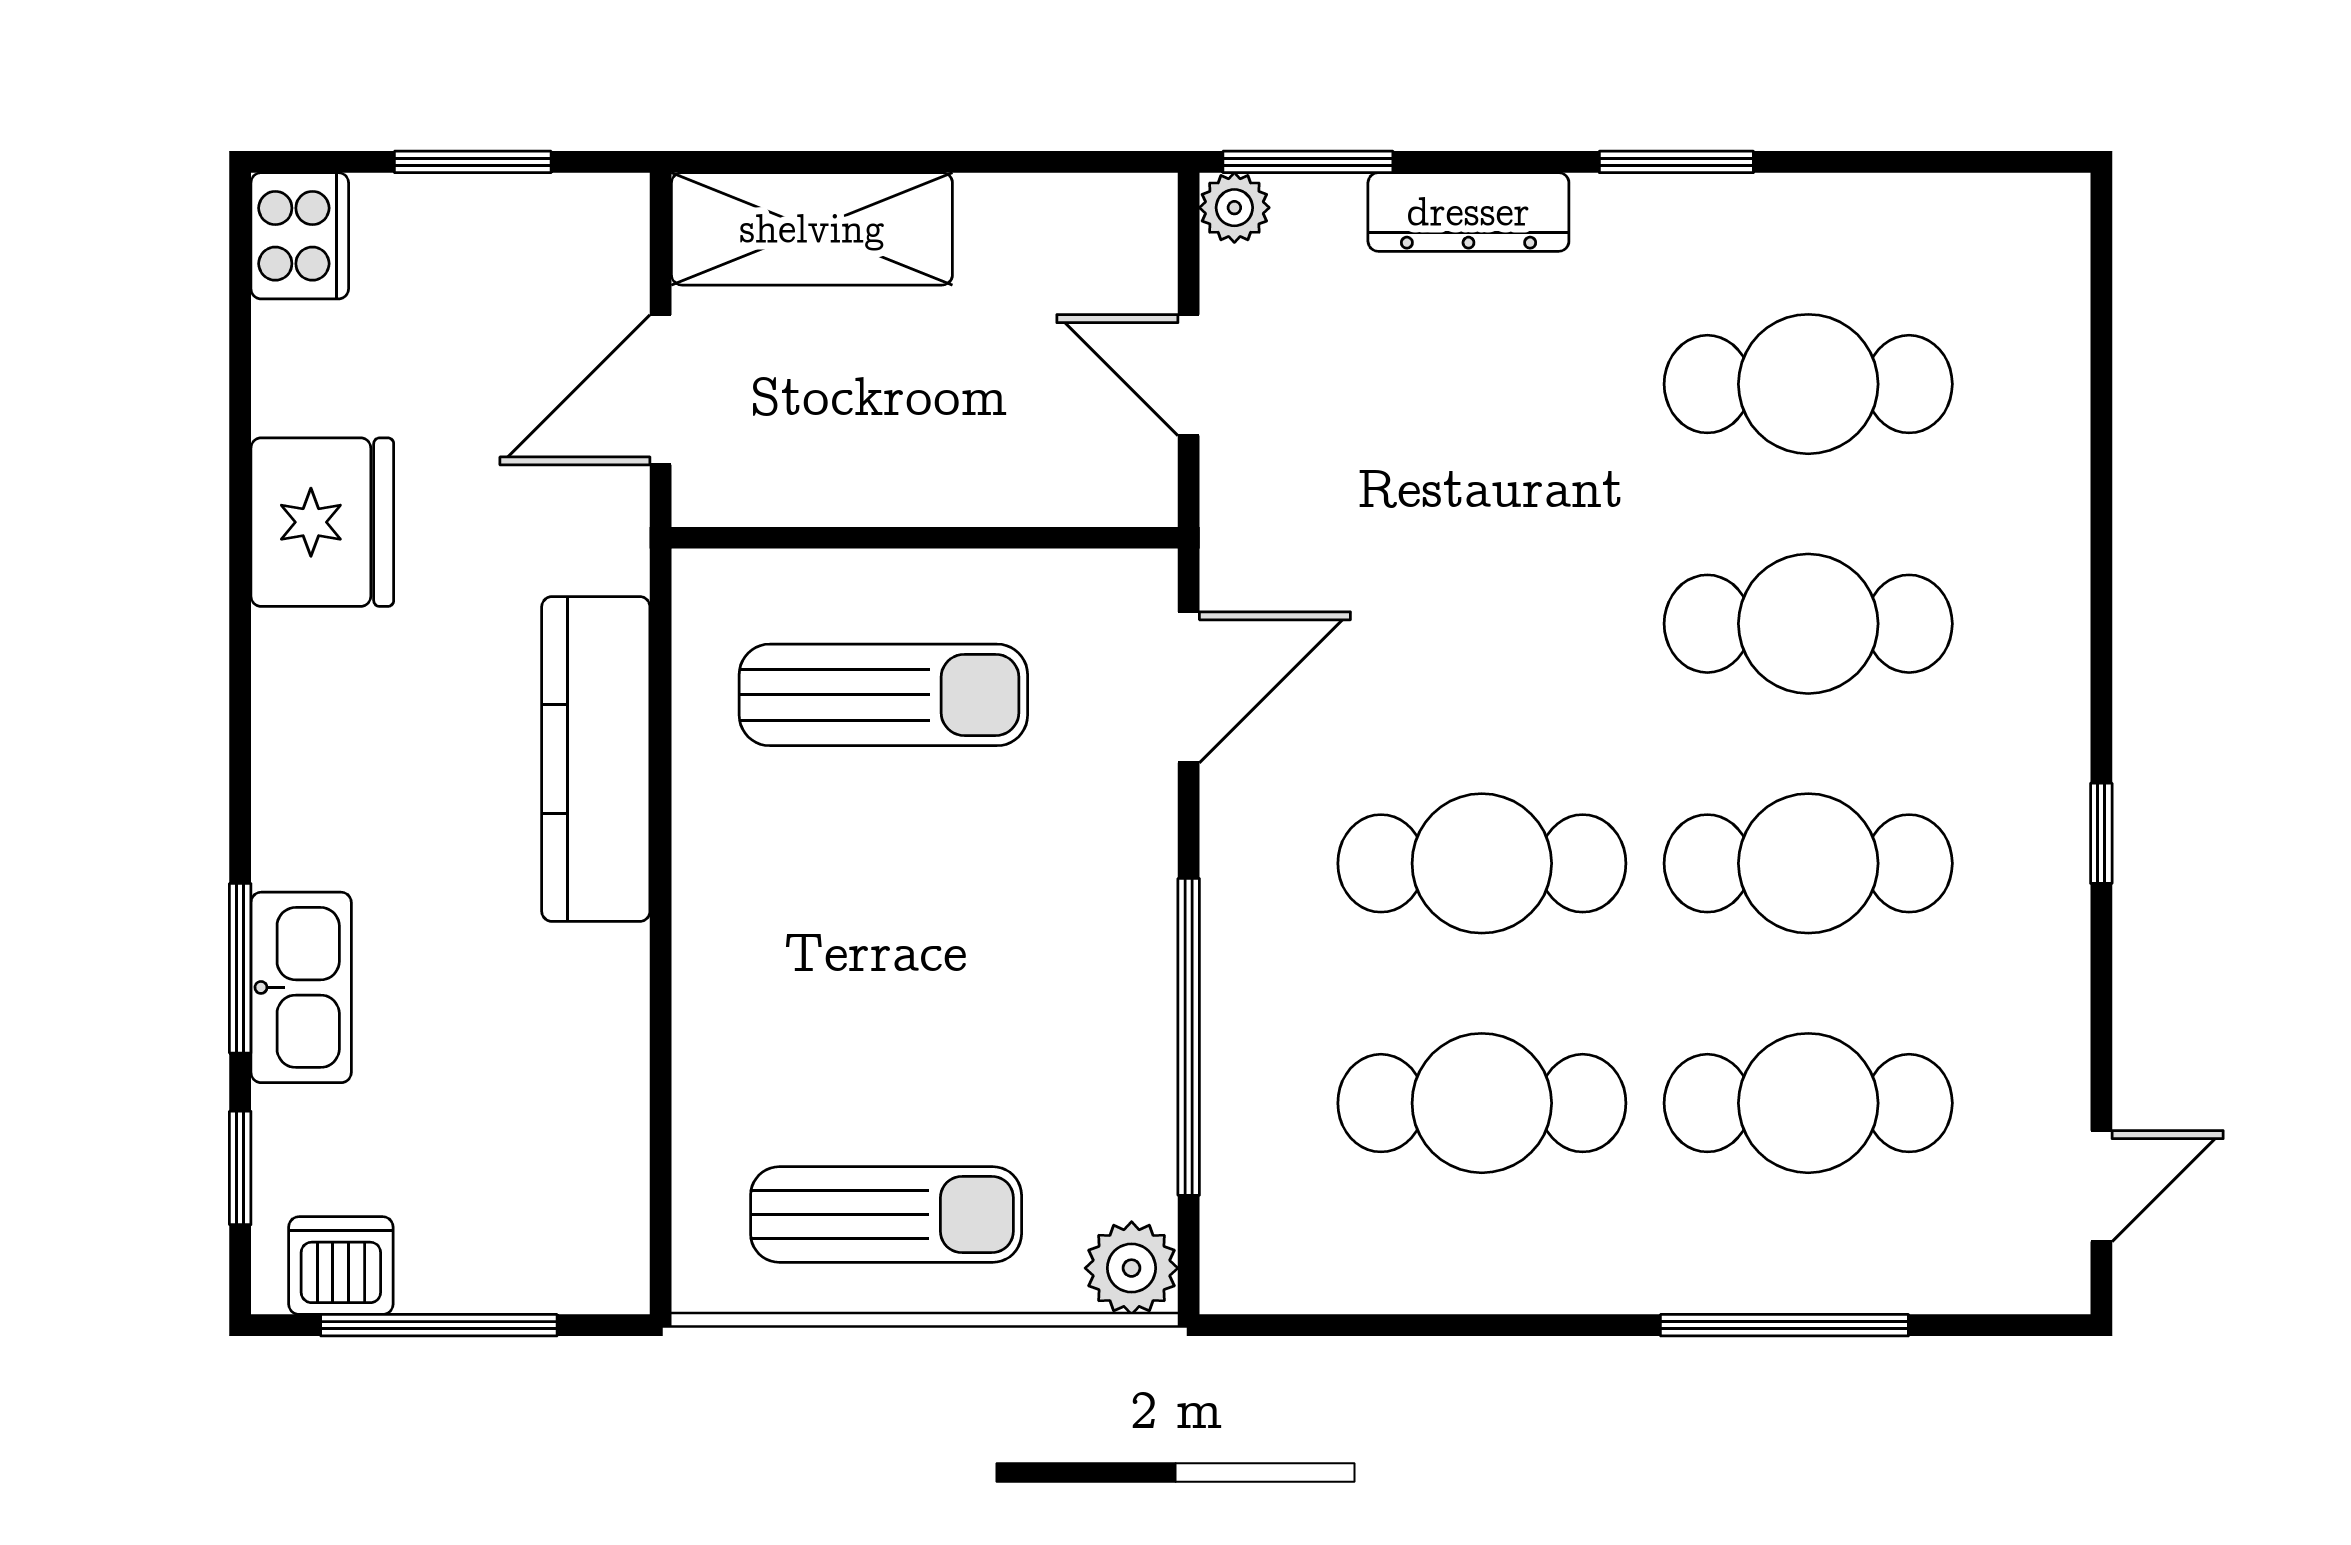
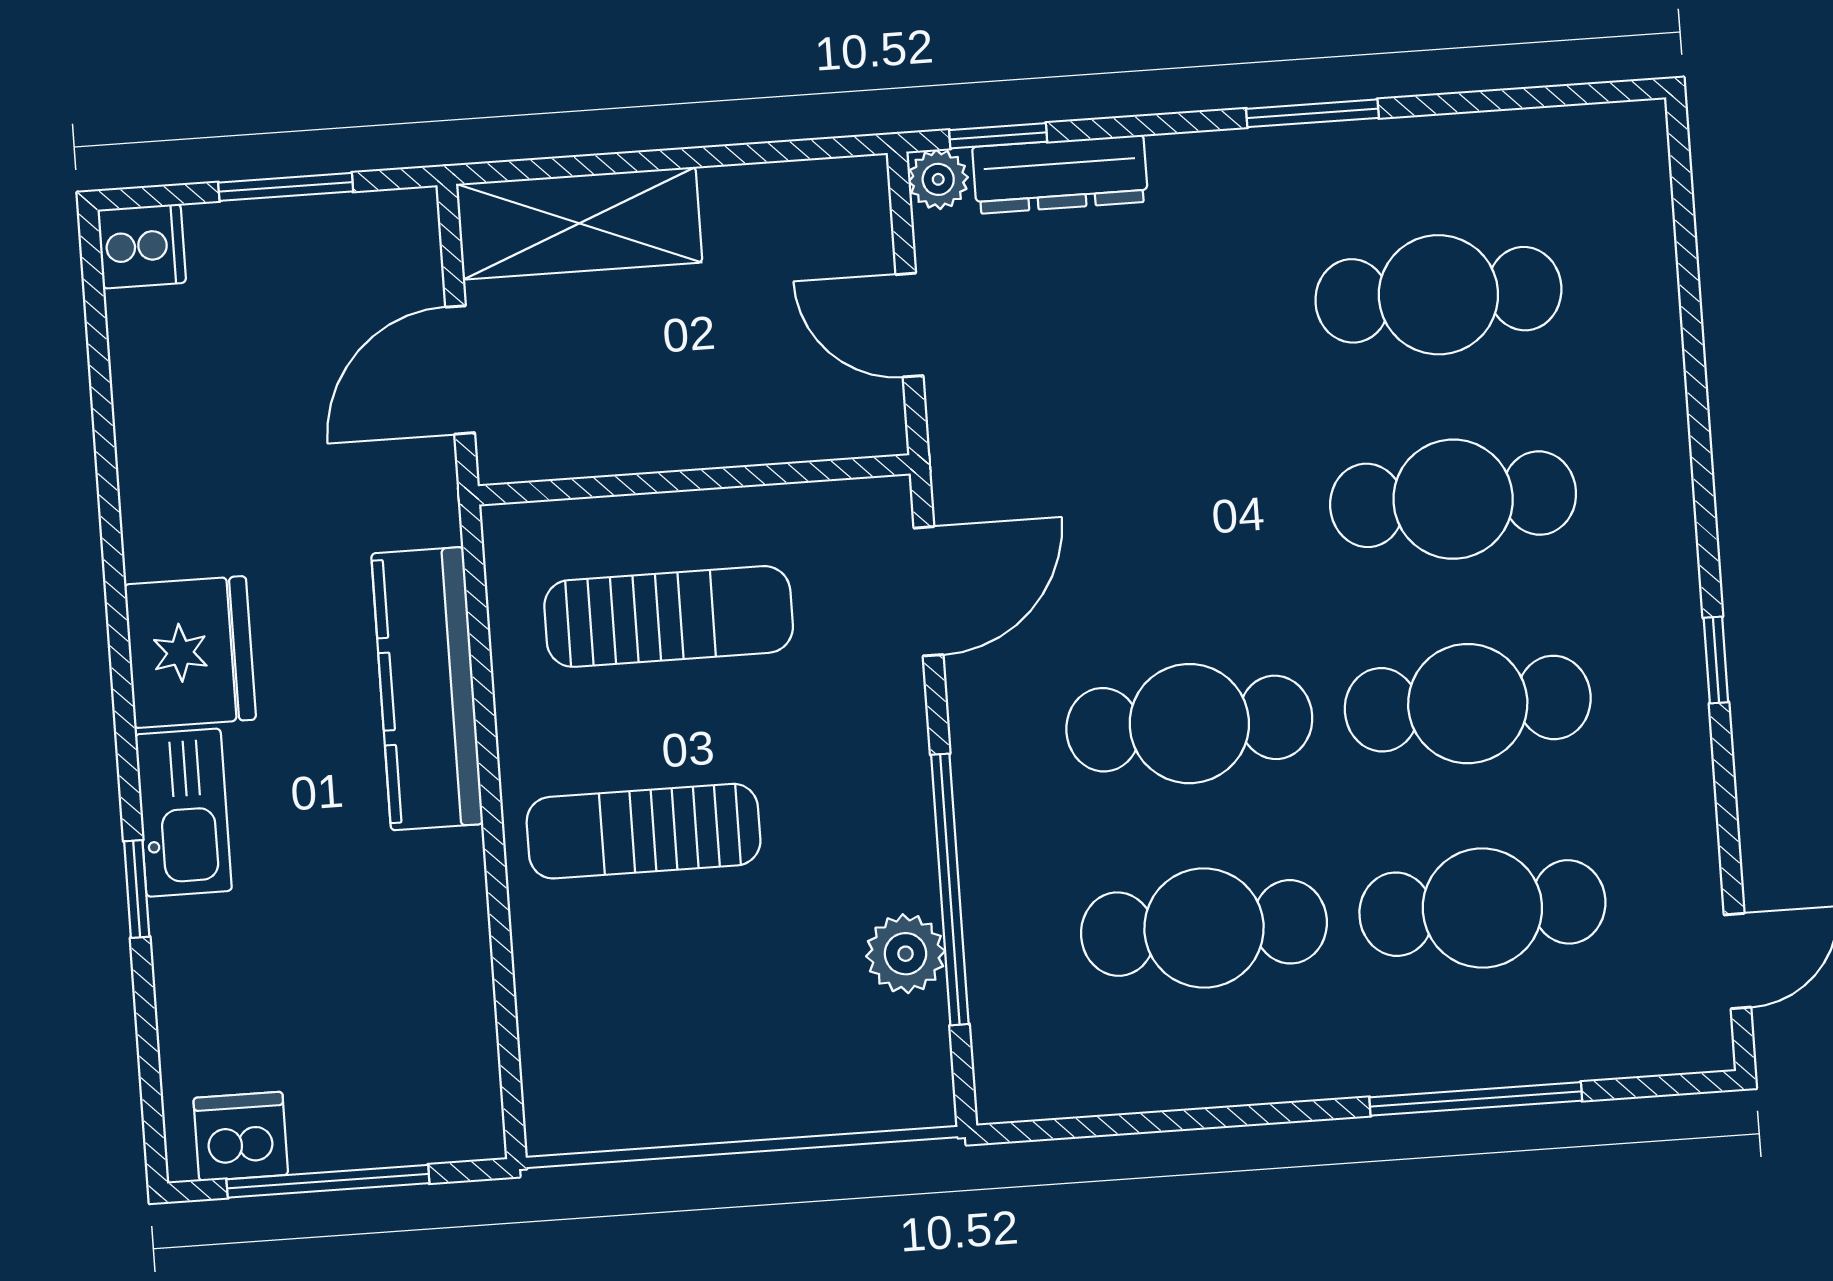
window: (1308, 162) -> (998, 136), width x0.67
dresser: (1468, 212) -> (1060, 174), moved
cooker: (300, 236) -> (142, 246), width x0.73
fridge: (322, 522) -> (190, 652), moved
window: (240, 968) -> (137, 889), width x0.67
kitchen sink: (301, 987) -> (183, 813), moved
window: (240, 1168) -> (149, 1059), removed
sun lounger: (886, 1214) -> (644, 831), moved, turned 180
plant: (1132, 1268) -> (905, 954), moved

